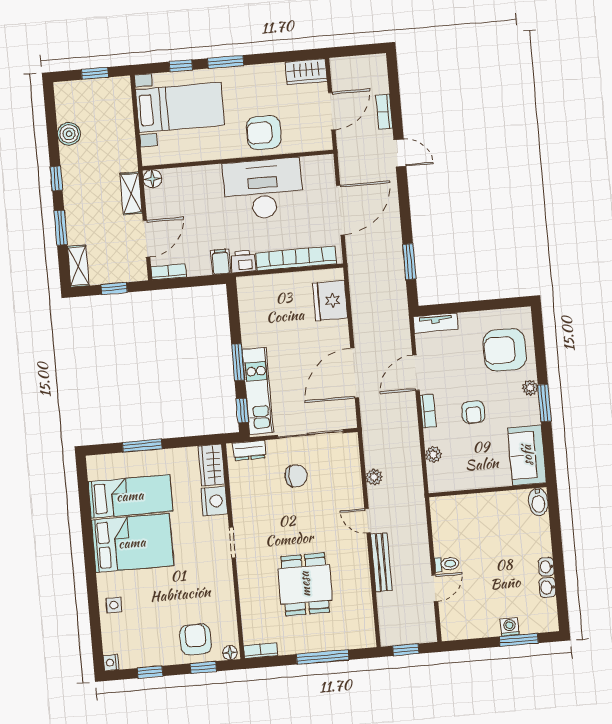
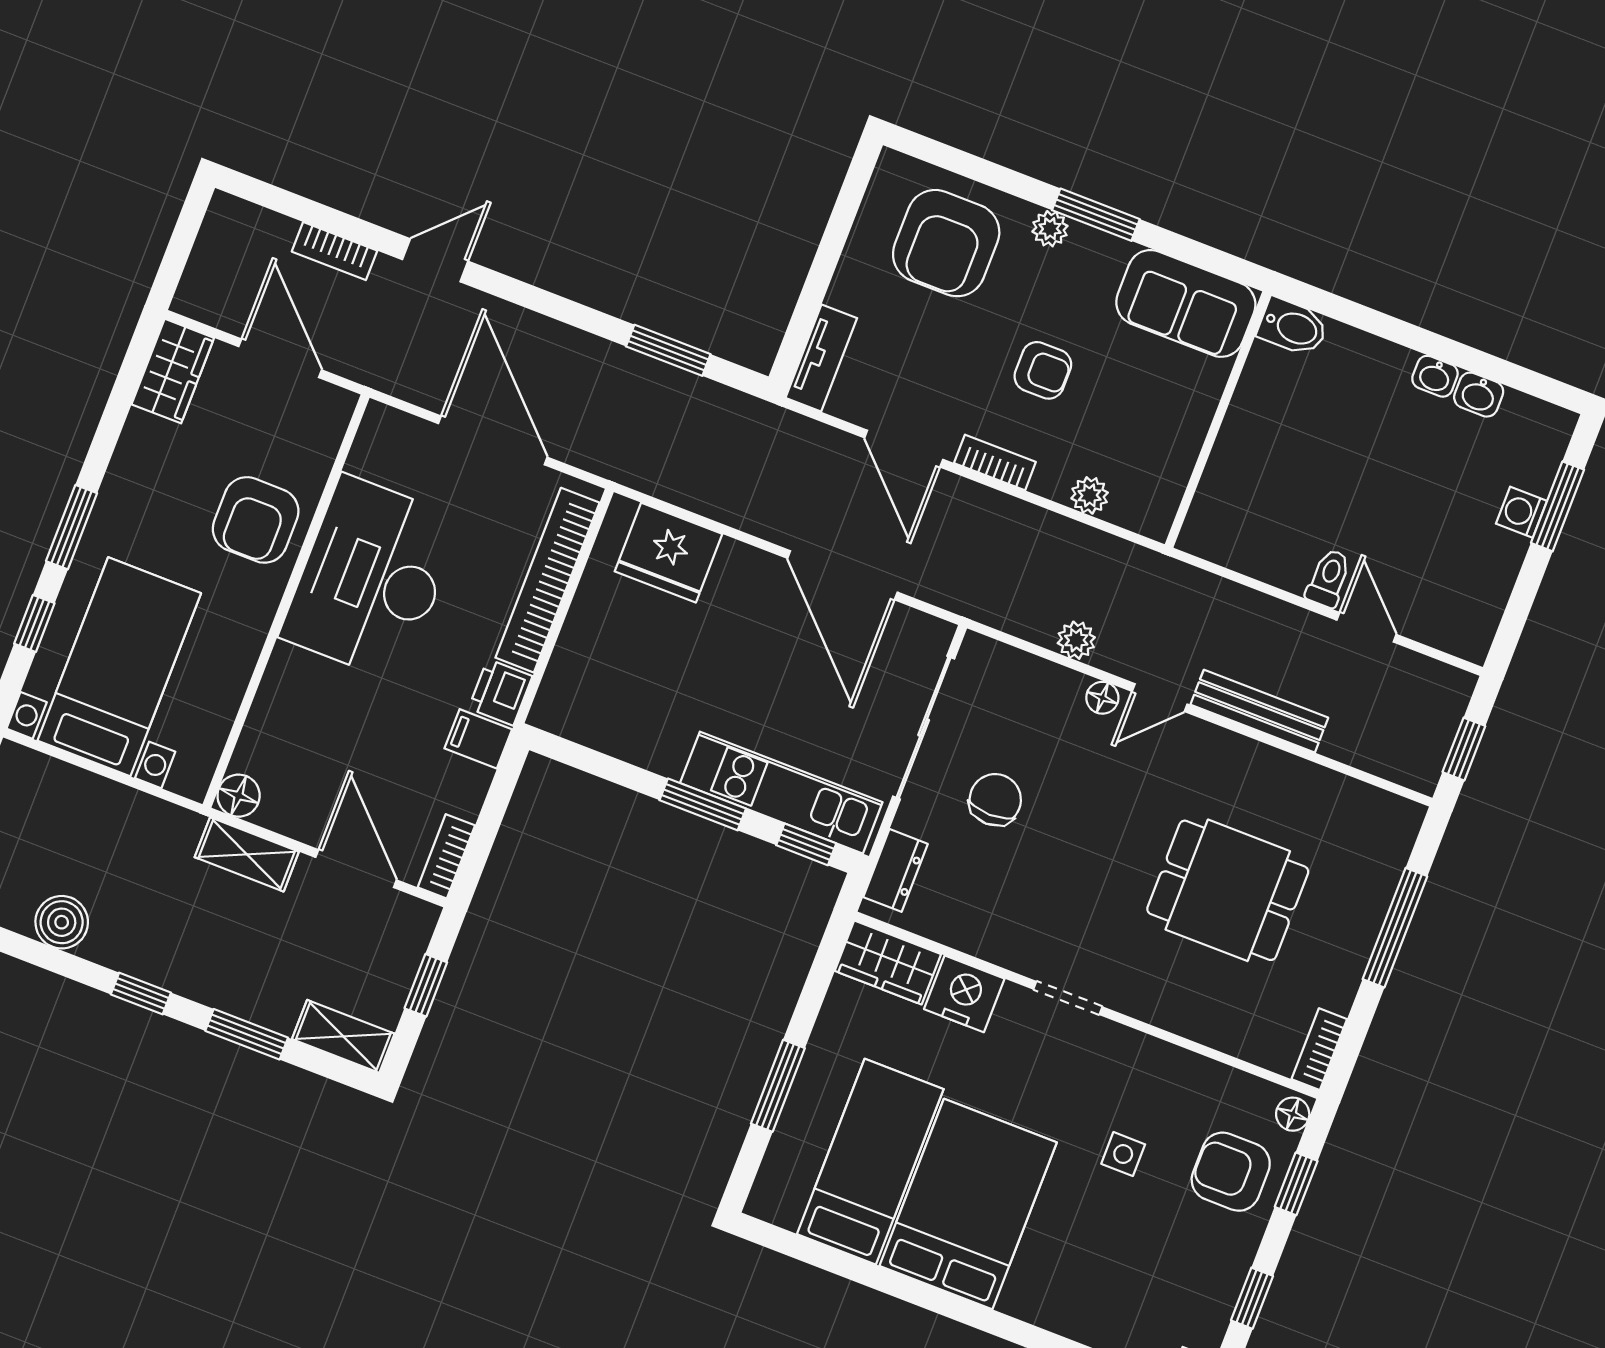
floor lamp: (357, 498) -> (1102, 698), added
side table: (114, 605) -> (1123, 1154), moved

